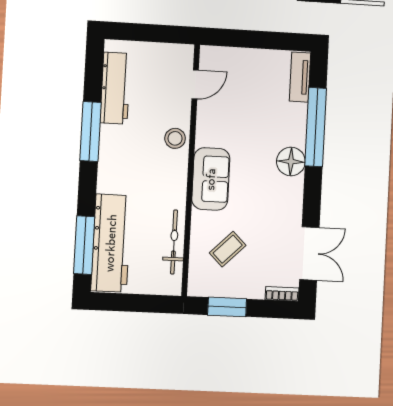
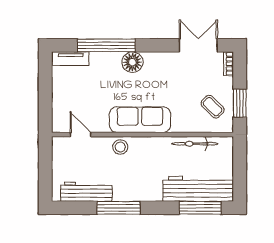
sofa: (211, 179) -> (140, 120), width x1.36
coffee table: (228, 249) -> (213, 107), moved

